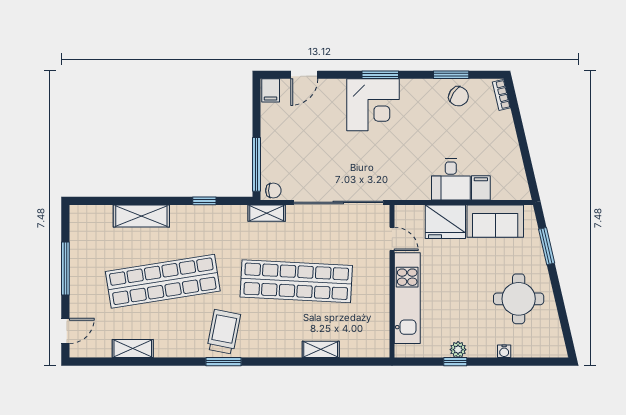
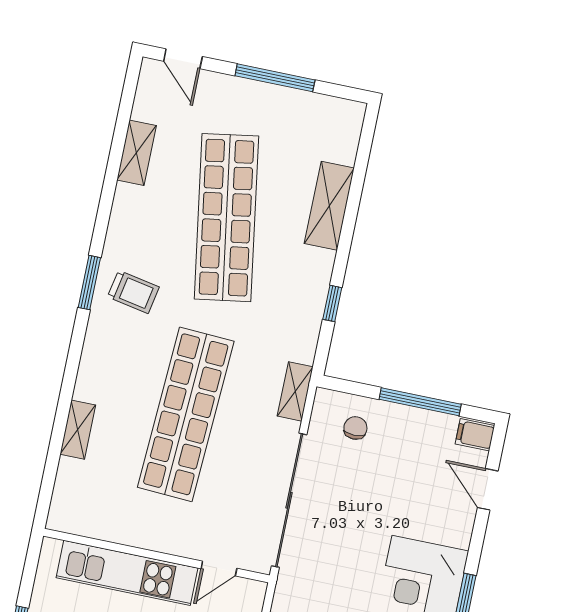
window: (257, 164) -> (420, 402), moved
chair: (273, 191) -> (355, 428), moved, turned 180
trolley: (224, 332) -> (133, 292), width x0.73, depth x0.72

